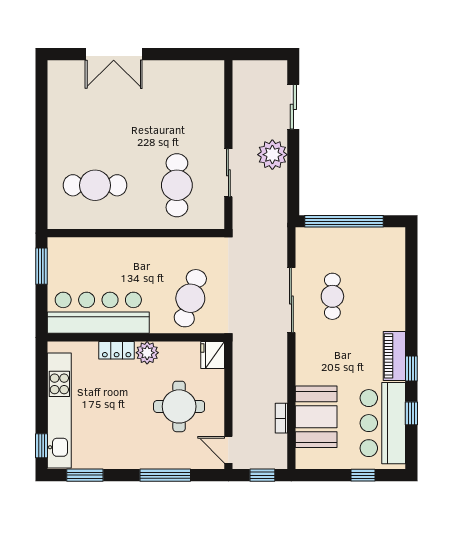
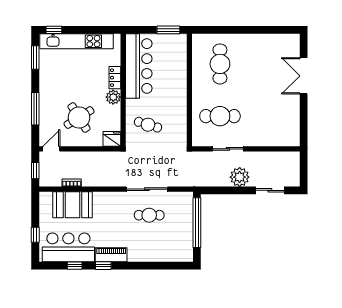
cafe table: (190, 298) -> (148, 125), width x0.73, depth x0.74
round table: (179, 406) -> (79, 118), turned -32

